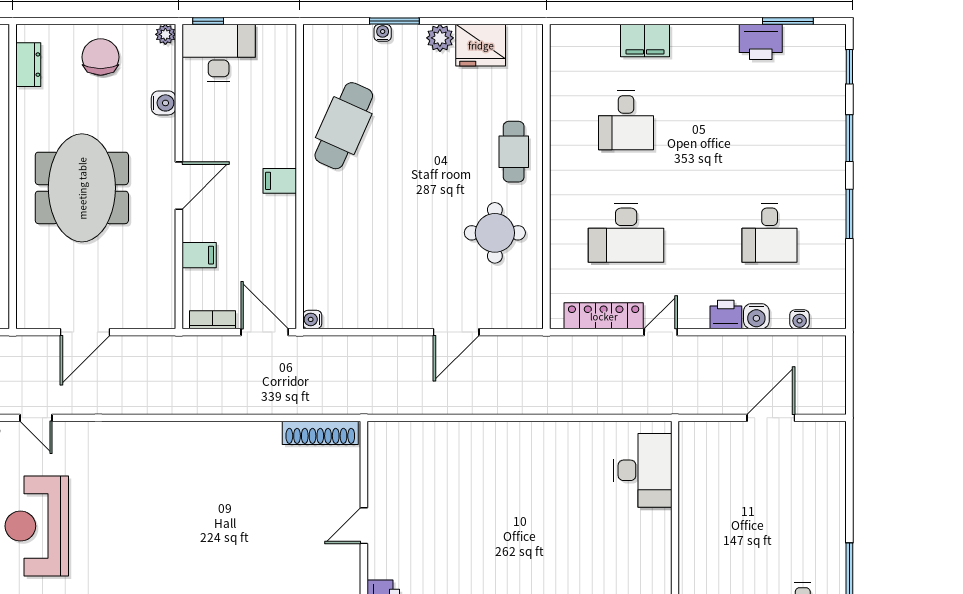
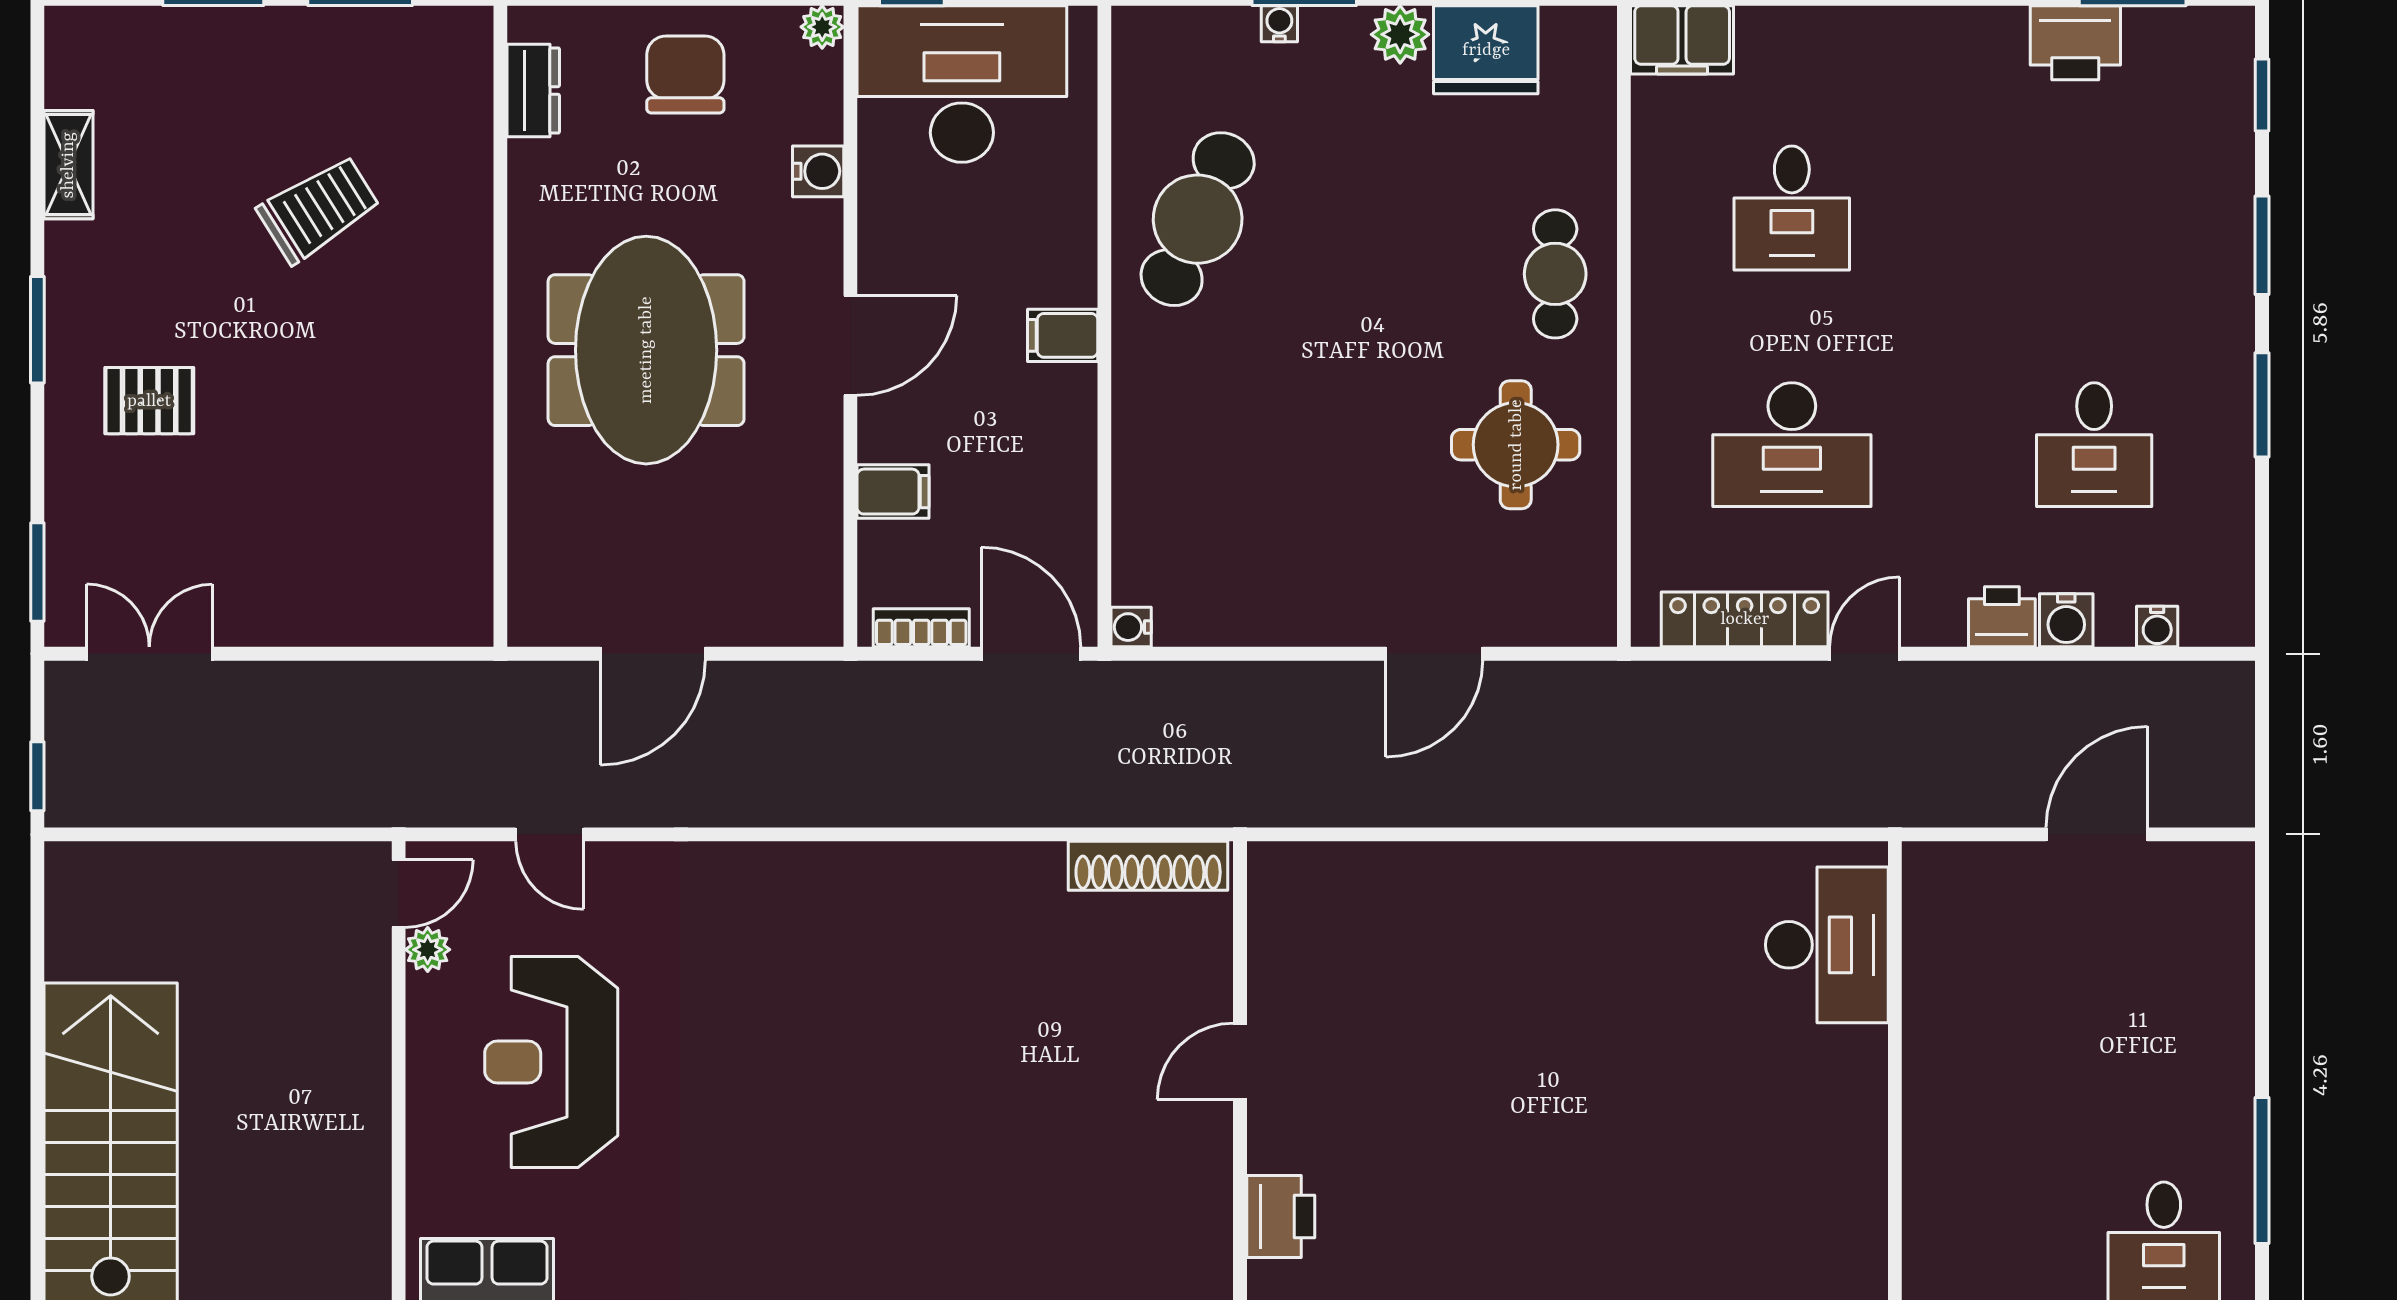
filing cabinet: (645, 41) -> (1682, 40), moved
desk: (219, 53) -> (962, 84), width x1.36, depth x1.30

